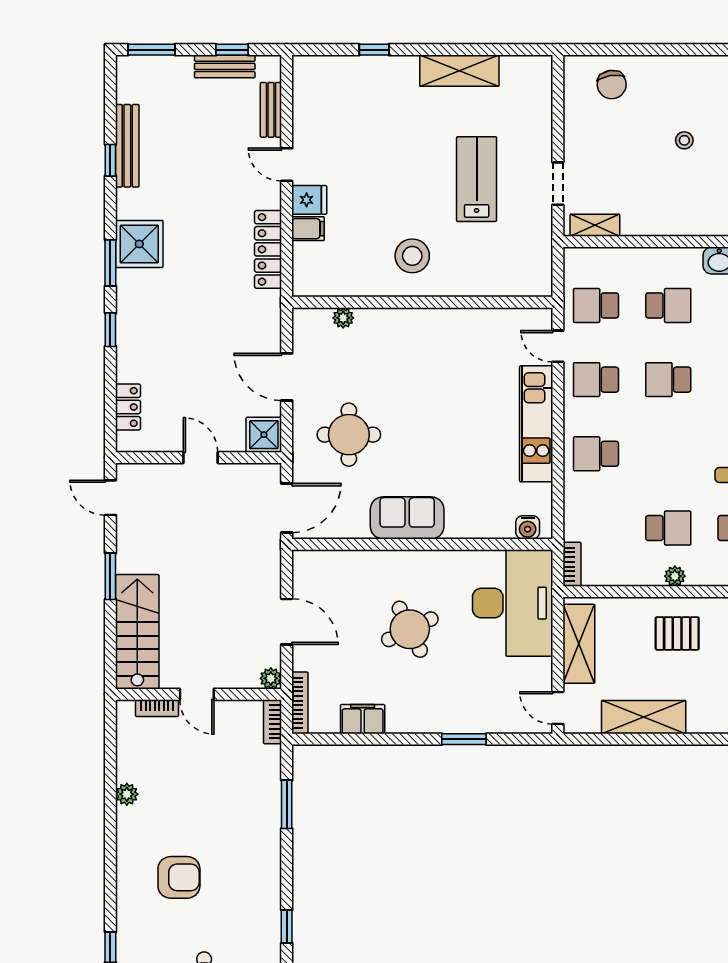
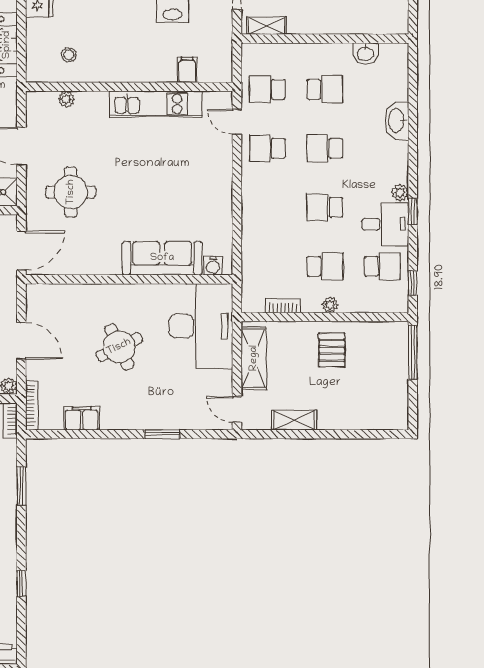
filing cabinet: (308, 229) -> (187, 70), moved, turned -90
stool: (412, 256) -> (69, 55), moved, width x0.53, depth x0.53
kitchen unit: (536, 424) -> (156, 104), moved, turned -90
school desk: (596, 454) -> (325, 207), moved
sofa: (407, 518) -> (162, 258), moved, width x1.36
bookcase: (572, 564) -> (283, 306), moved, turned -90
pallet: (677, 633) -> (332, 350), turned 90
shelving: (644, 717) -> (294, 420), width x0.67, depth x0.75

